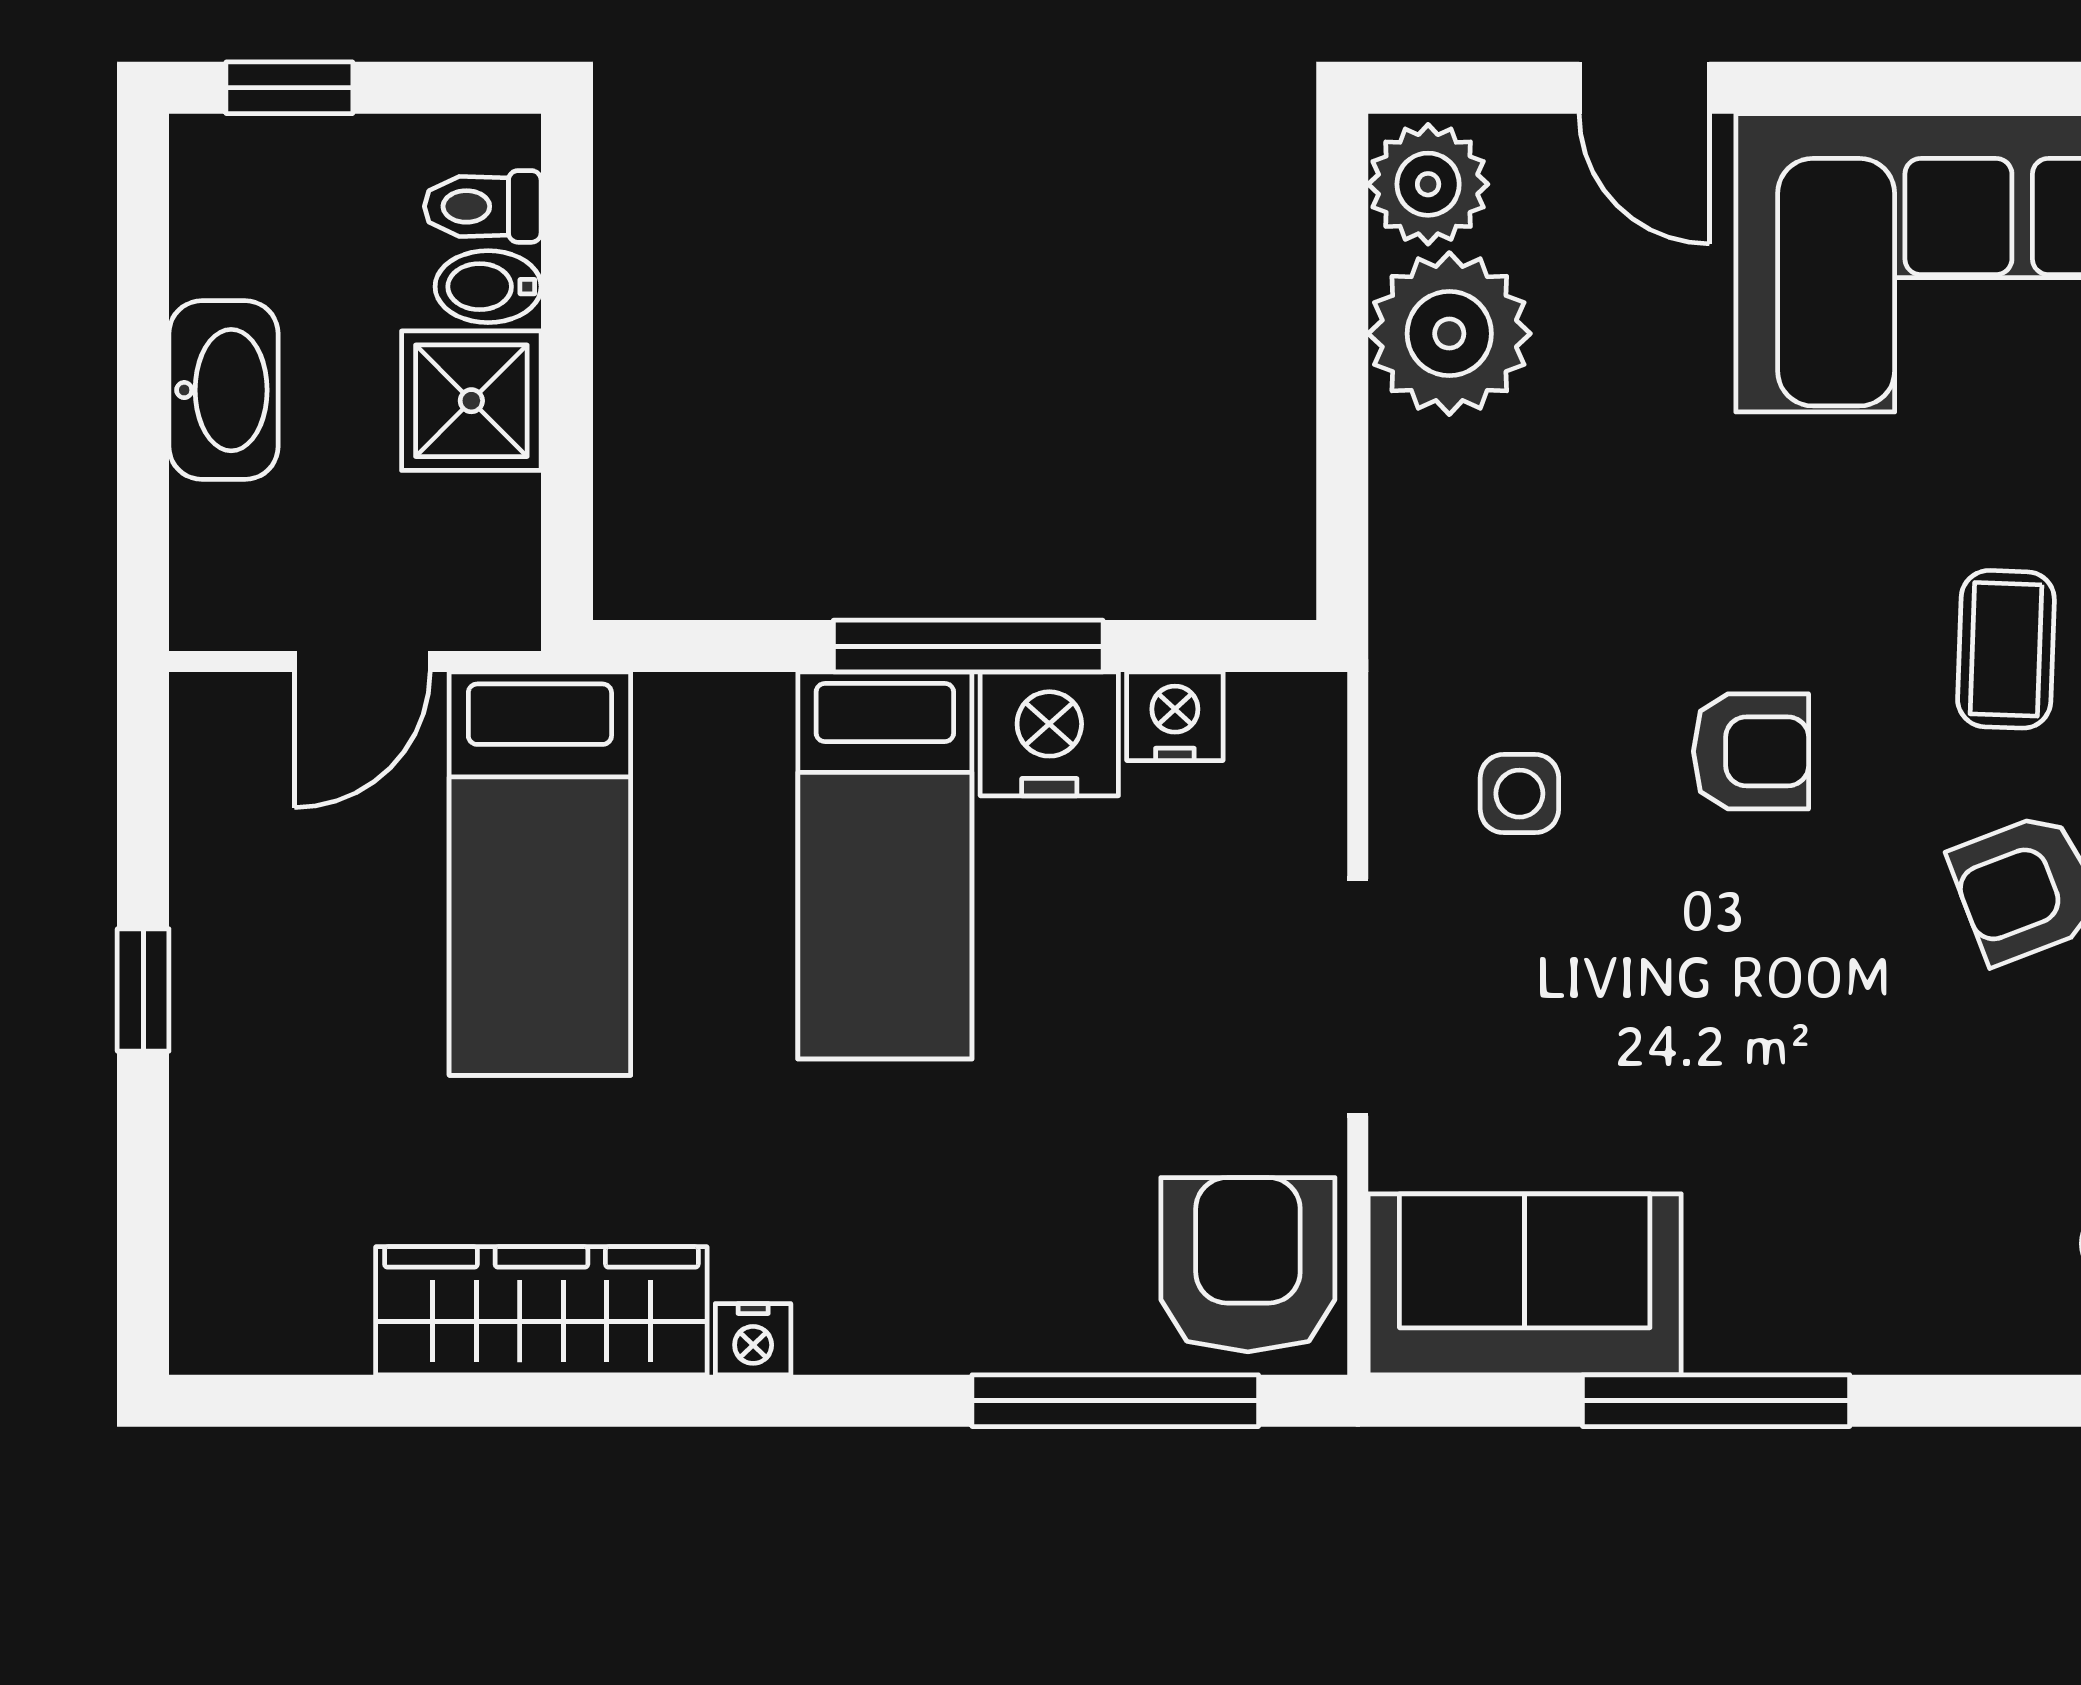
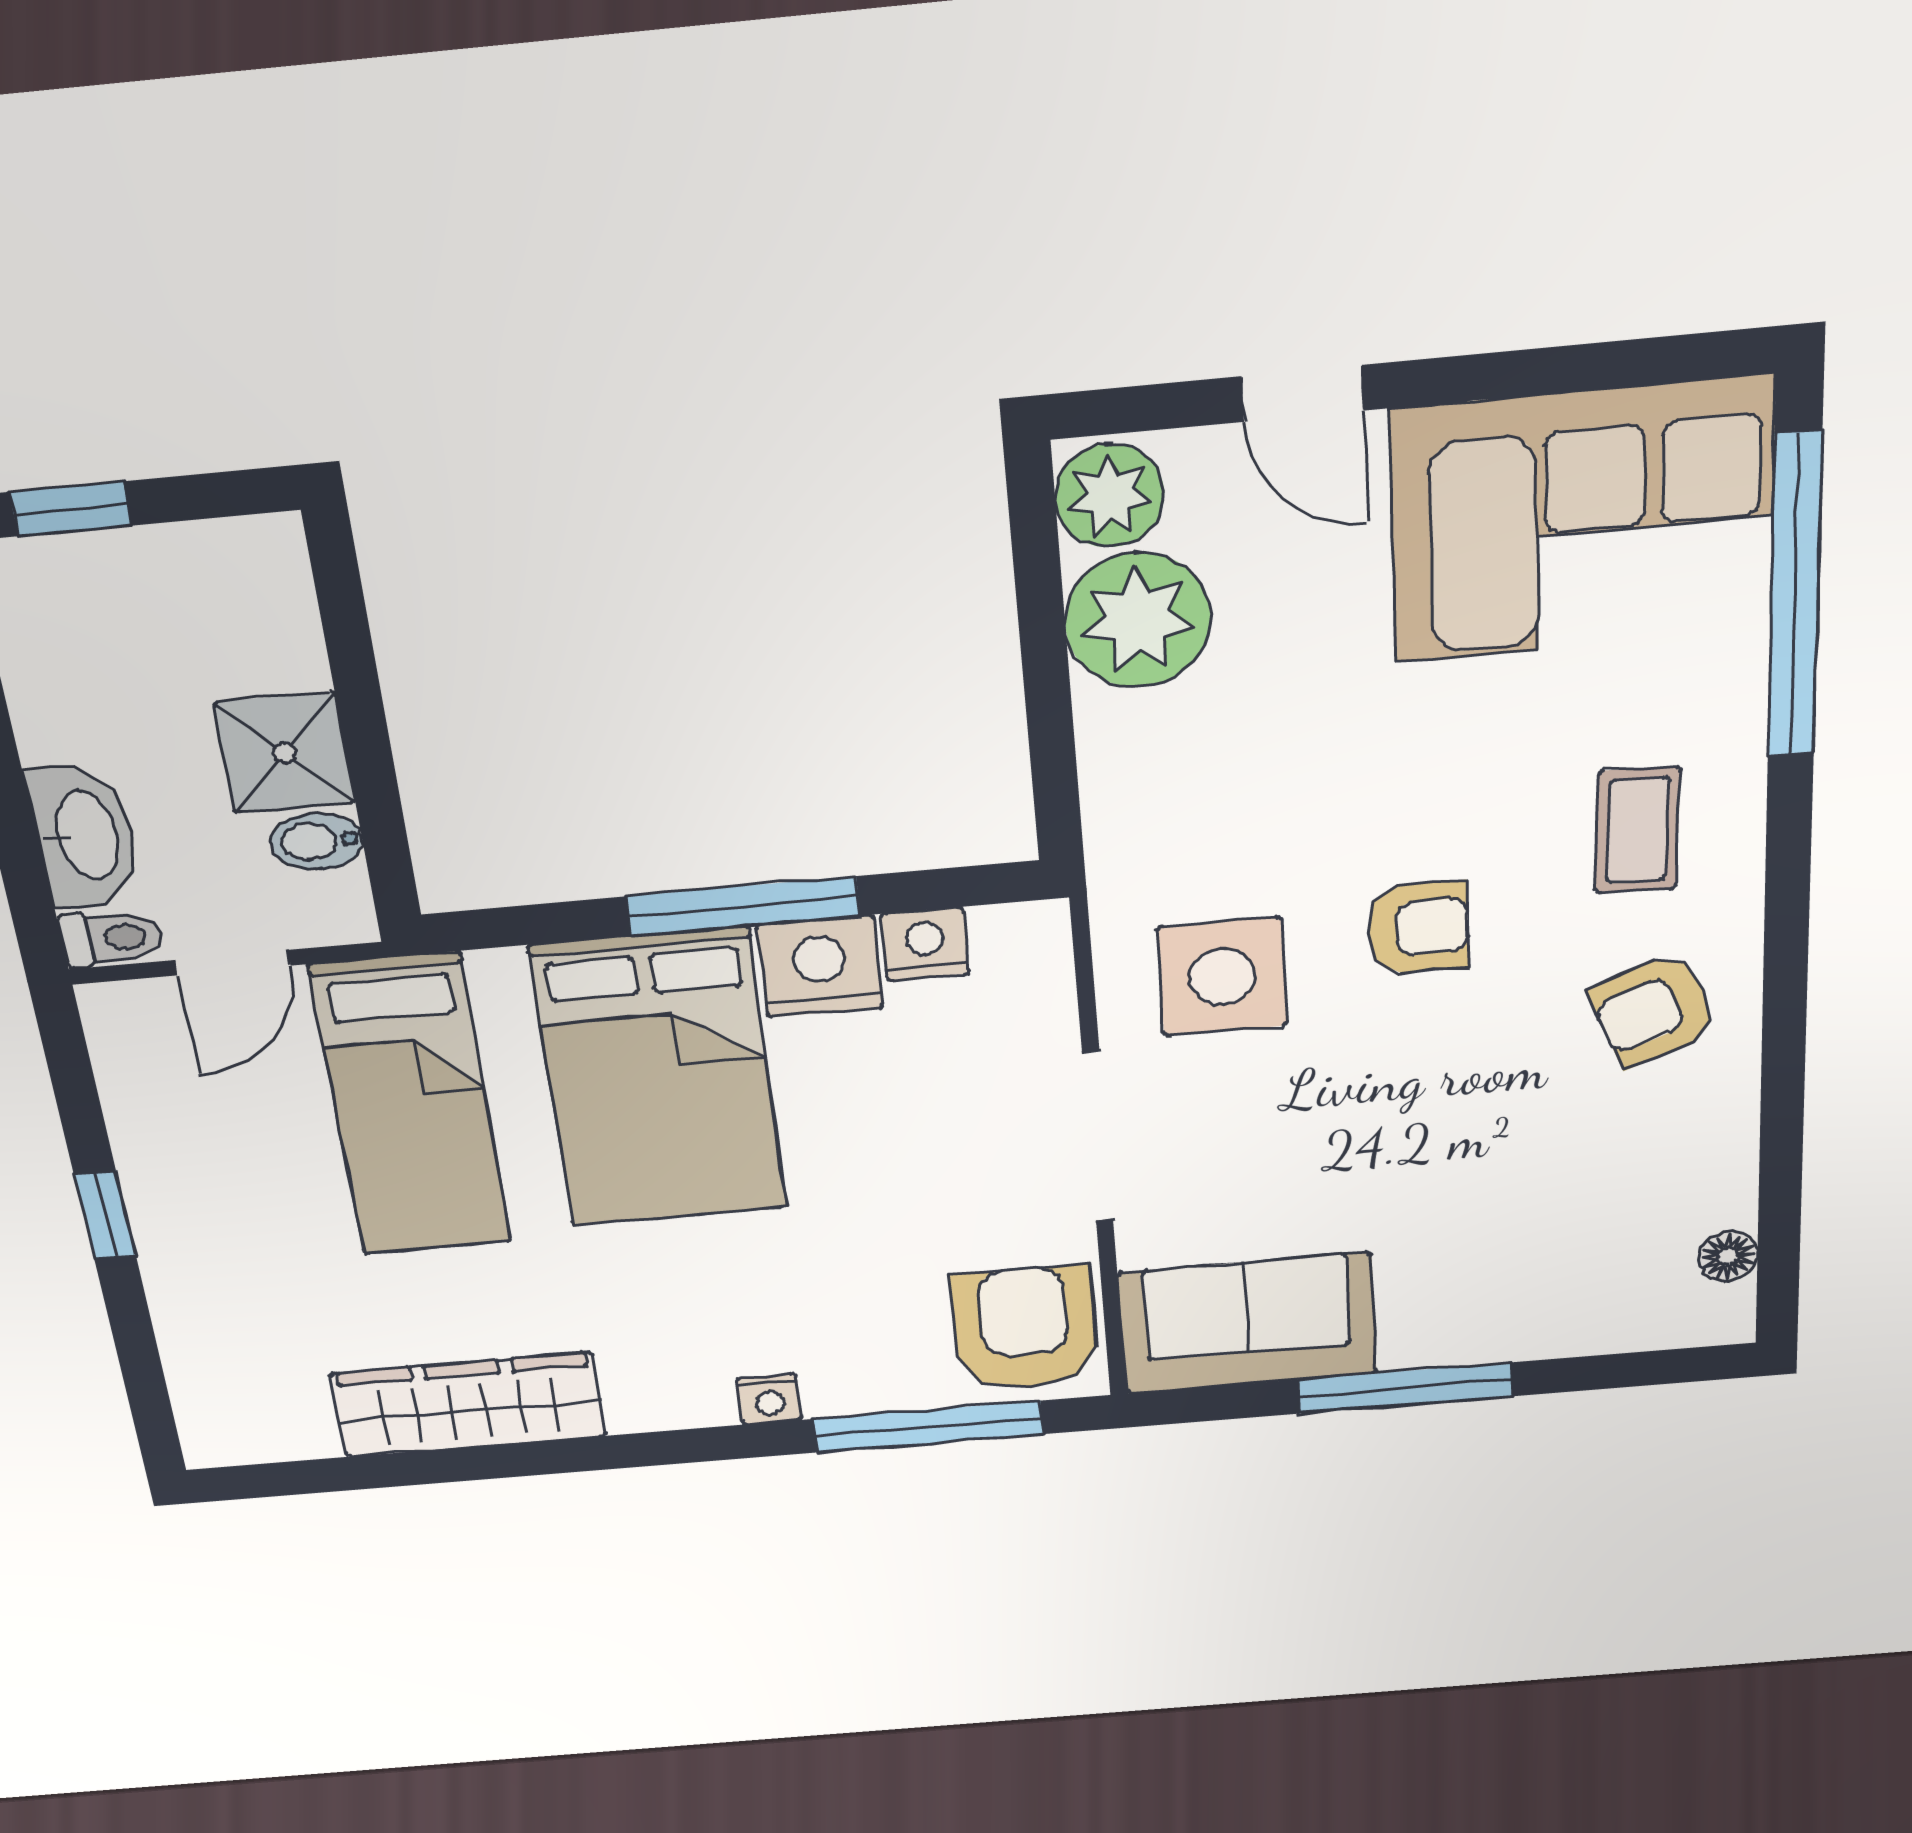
toilet: (483, 206) -> (111, 938), moved, turned 180
bidet: (488, 287) -> (317, 841), moved
washbasin: (223, 390) -> (85, 836), moved
side table: (1519, 794) -> (1222, 977), width x1.87, depth x1.87
bed: (885, 865) -> (659, 1078), width x1.50
nightstand: (753, 1339) -> (769, 1399), moved

